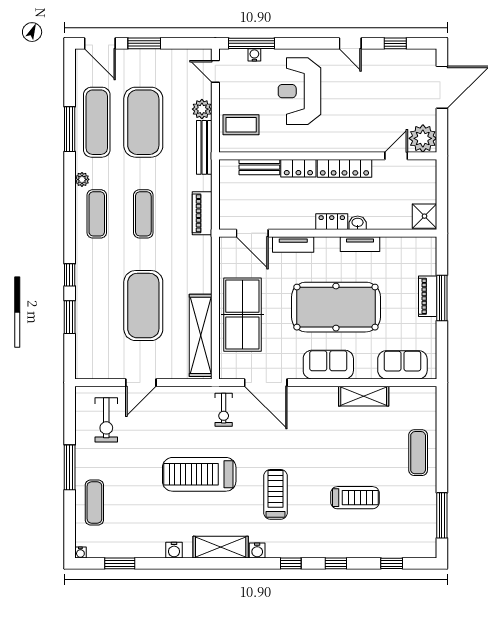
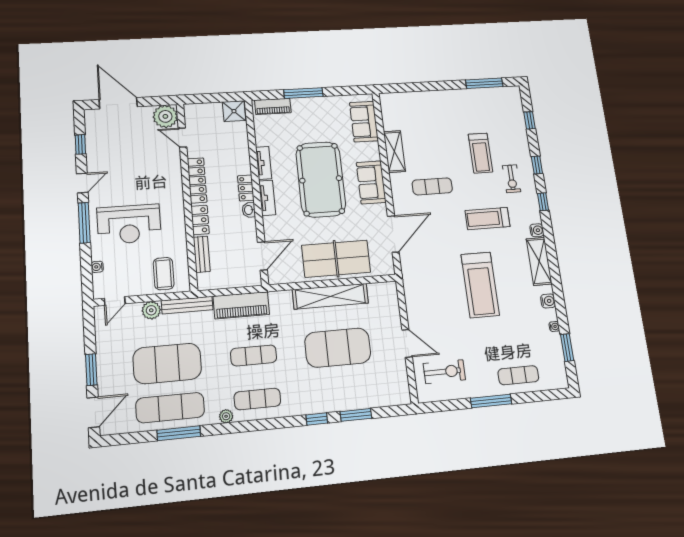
window: (251, 43) -> (84, 223), moved
piano: (202, 213) -> (241, 305), width x1.37, depth x1.33
washbasin: (358, 223) -> (249, 210), moved
tv unit: (293, 245) -> (267, 198), moved
piano: (428, 296) -> (273, 106), moved
shelving: (201, 335) -> (330, 296), moved
exercise bike: (224, 410) -> (512, 179), moved, turned 90
exercise mat: (418, 453) -> (432, 186), moved
treadmill: (355, 498) -> (480, 153), turned 180
water cooler: (80, 553) -> (554, 326), moved

